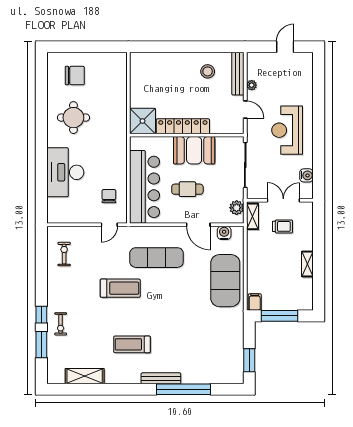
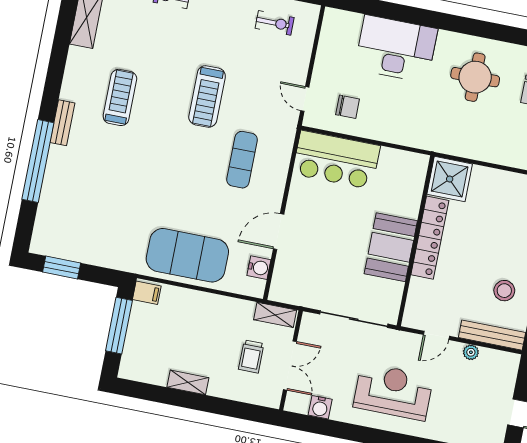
bar counter: (145, 187) -> (336, 160), width x0.73
cafe table: (187, 189) -> (335, 226), removed
plant: (237, 208) -> (293, 294), removed
exercise mat: (157, 258) -> (242, 160), width x0.73, depth x0.69
bench: (161, 378) -> (62, 123), width x0.73

